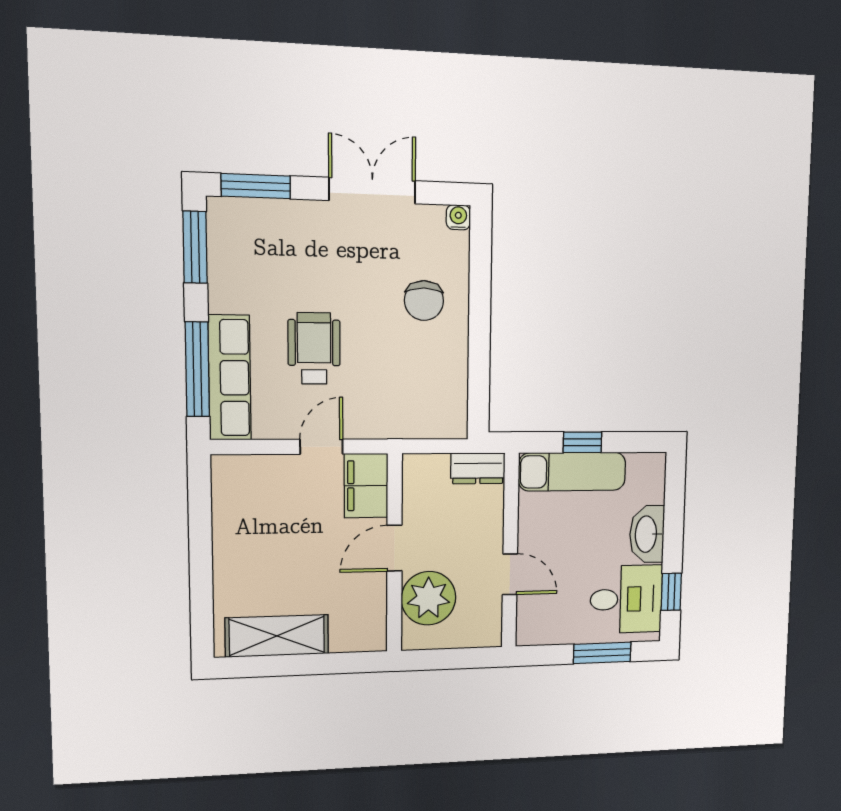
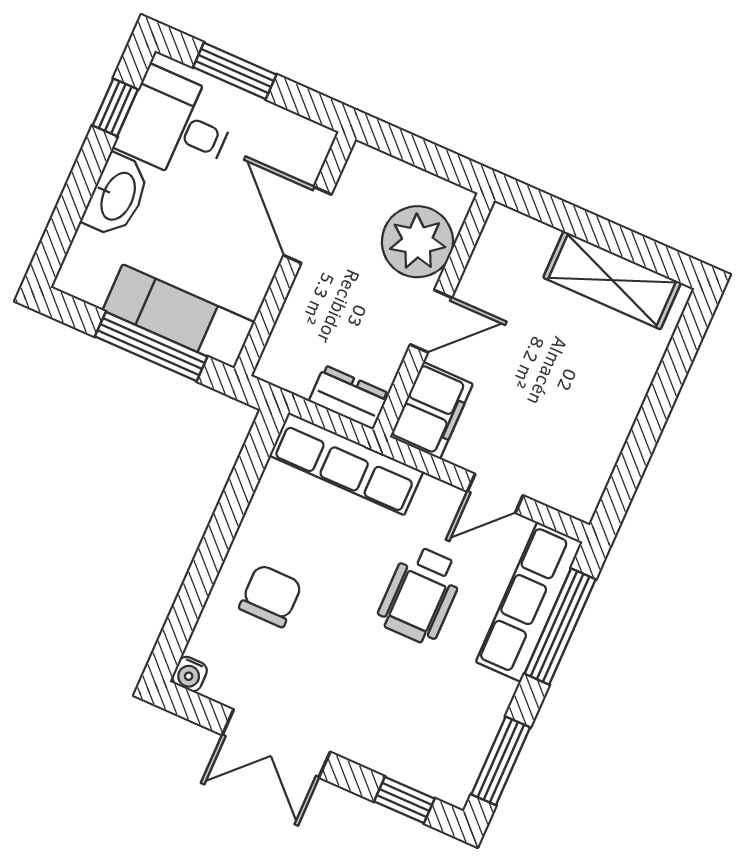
window: (256, 186) -> (404, 800), width x0.67
row of seats: (411, 421) -> (346, 464), added
window: (582, 442) -> (151, 347), width x2.17
door: (321, 447) -> (495, 493), moved
dresser: (478, 468) -> (349, 397), moved
door: (510, 574) -> (308, 225), width x1.38

